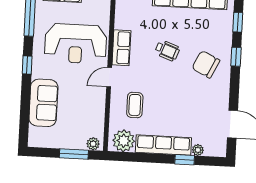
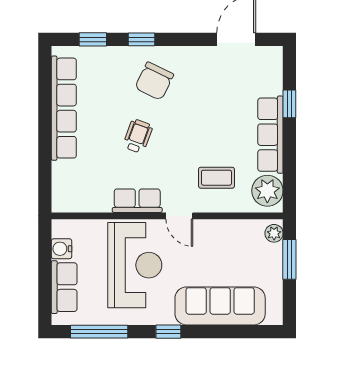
sofa: (43, 103) -> (220, 306), width x1.36
plant: (198, 150) -> (275, 86), removed

